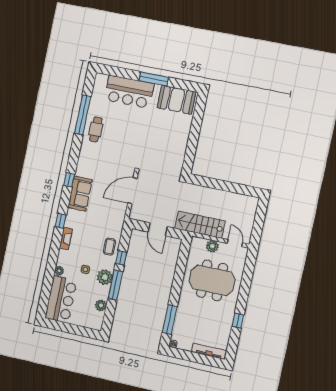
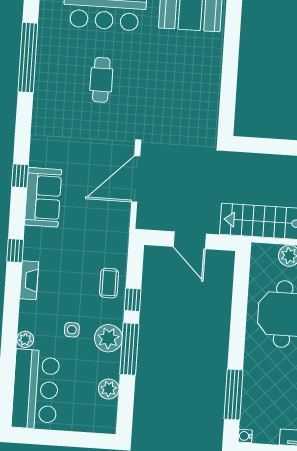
cafe table: (96, 129) -> (101, 80), moved

